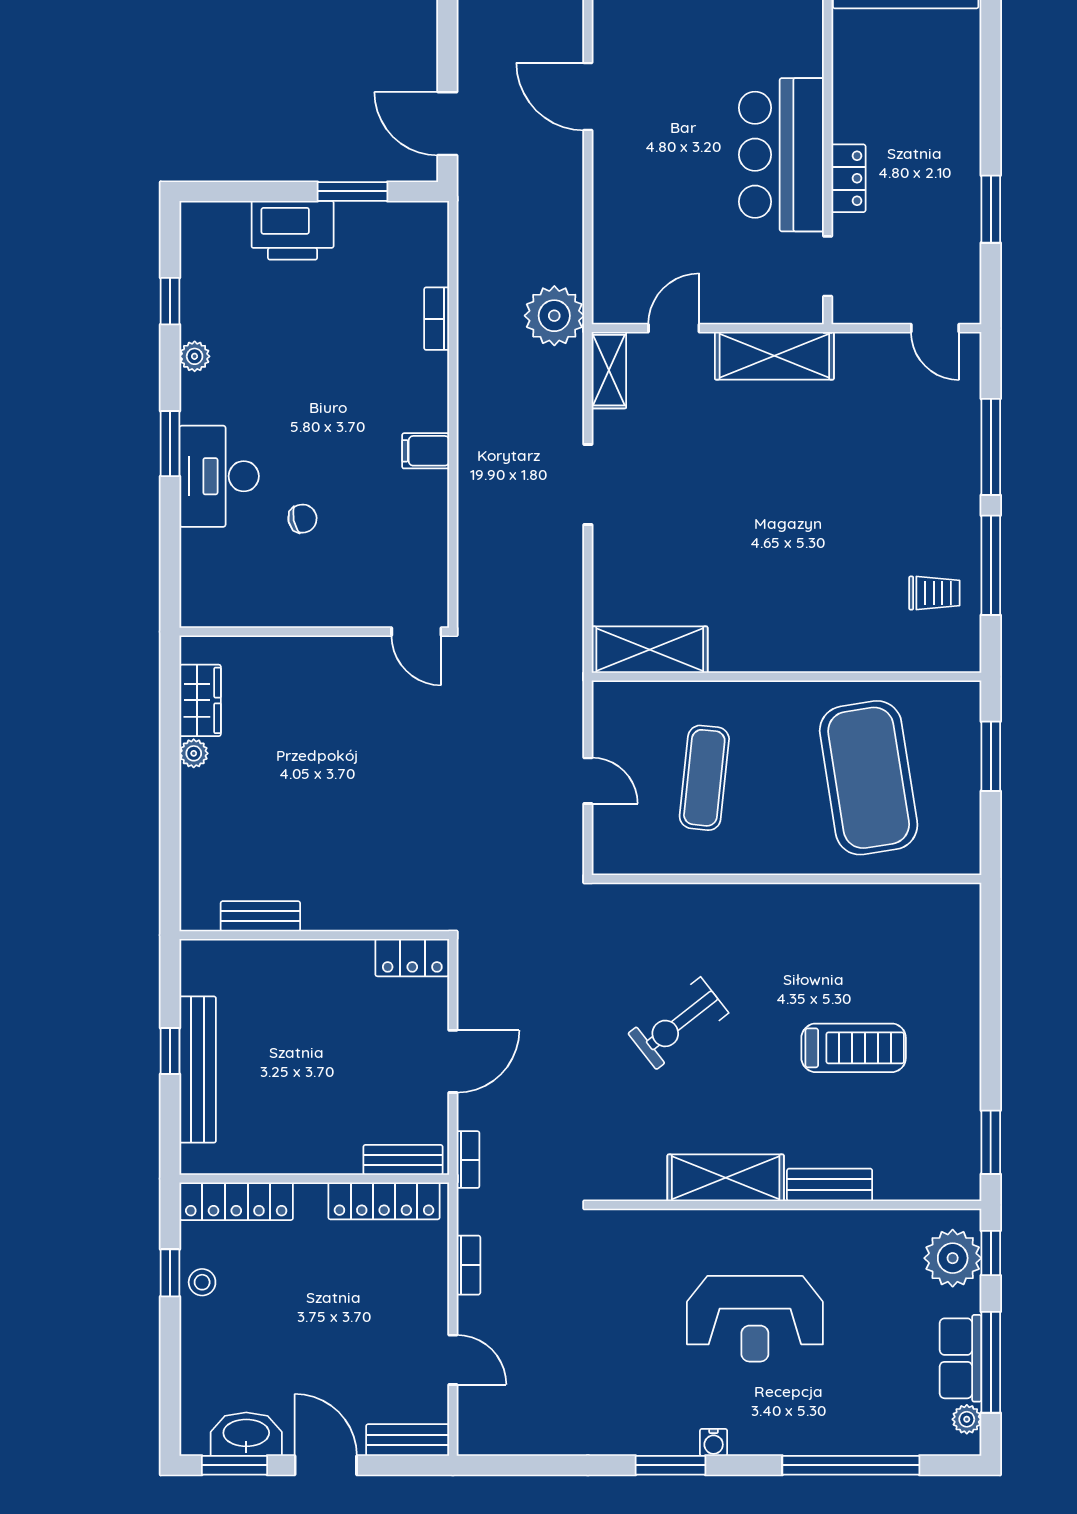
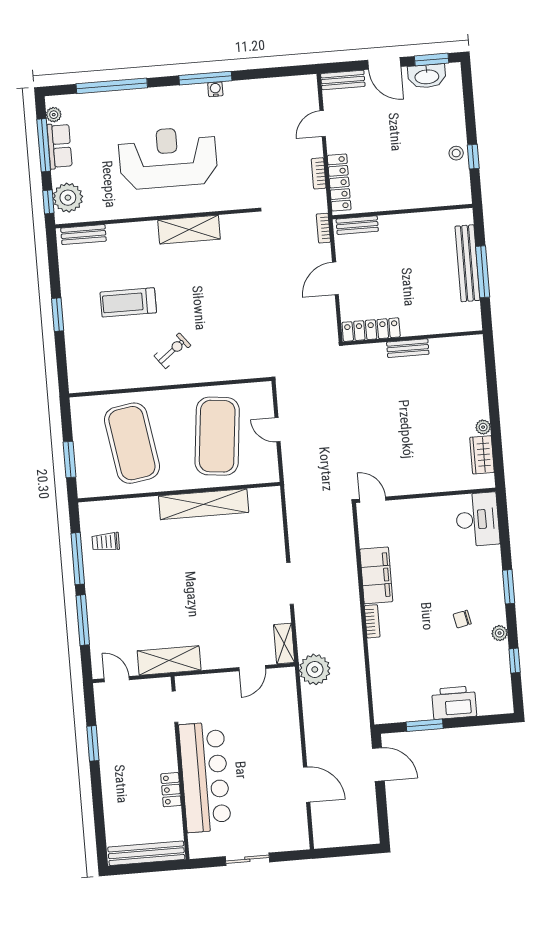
bar counter: (781, 155) -> (205, 777), width x1.36
locker: (848, 178) -> (171, 790), moved
bookcase: (437, 319) -> (372, 621), moved
shelving: (774, 356) -> (169, 661), moved
filing cabinet: (426, 451) -> (376, 575), width x3.00, depth x1.17
desk: (219, 476) -> (477, 519), moved
chair: (302, 519) -> (462, 619), moved
shelving: (650, 650) -> (204, 504), moved, width x1.47
exercise mat: (704, 778) -> (217, 436), width x2.00, depth x1.45
bench: (260, 916) -> (408, 348), moved
locker: (412, 958) -> (371, 330), width x1.53
exercise bike: (678, 1023) -> (172, 351), moved, width x0.73, depth x0.72
window: (170, 1051) -> (483, 272), width x2.17
window: (991, 1142) -> (58, 315), moved
bench: (830, 1185) -> (83, 235), moved
locker: (236, 1201) -> (442, 197), removed
locker: (384, 1201) -> (339, 182), moved, turned 90
reception desk: (755, 1319) -> (168, 158), width x1.36, depth x1.30
door: (453, 1360) -> (323, 124), hinge flipped
water cooler: (714, 1442) -> (215, 89), moved
window: (670, 1465) -> (205, 78), width x1.44

